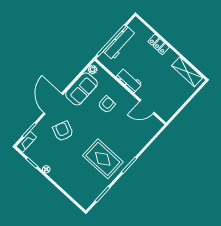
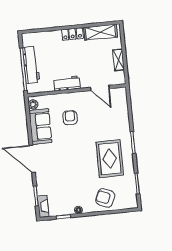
locker: (159, 44) -> (72, 34), moved
shelving: (179, 102) -> (119, 60), added
door: (147, 107) -> (100, 88), hinge flipped
armchair: (63, 131) -> (105, 198), moved
rug: (103, 159) -> (110, 159), turned 90

